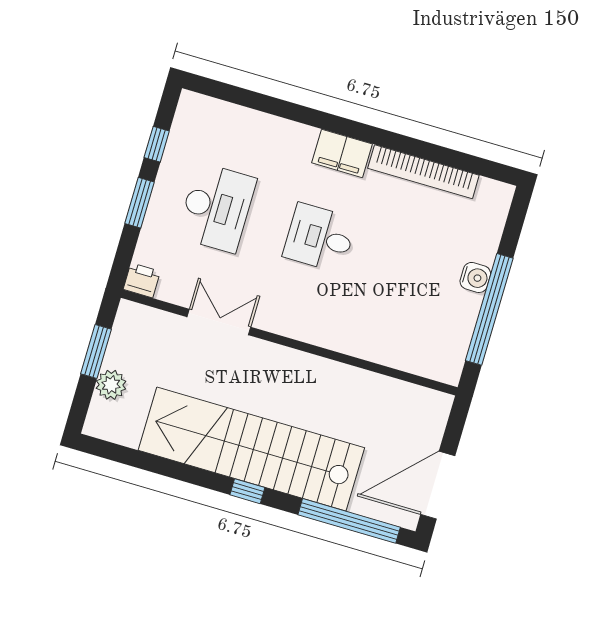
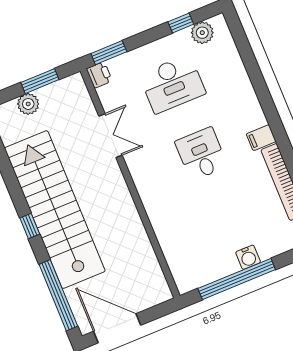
plant: (186, 129) -> (202, 33), added
filing cabinet: (342, 153) -> (261, 138), width x0.50
window: (140, 203) -> (109, 53), moved

